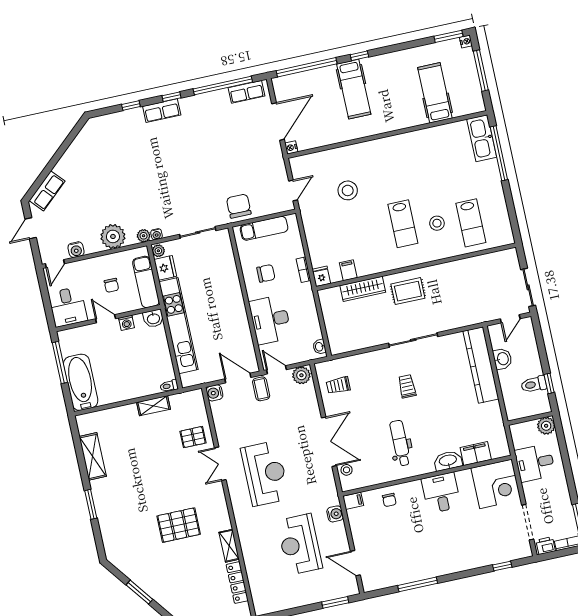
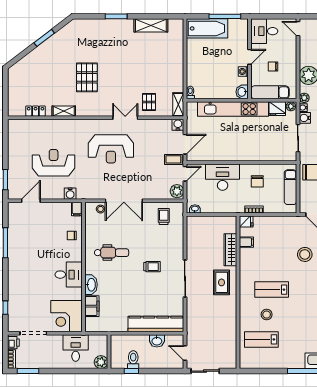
water cooler: (76, 250) -> (305, 118), moved
shelving: (153, 406) -> (178, 104), moved
locker: (237, 583) -> (36, 111), width x0.66

